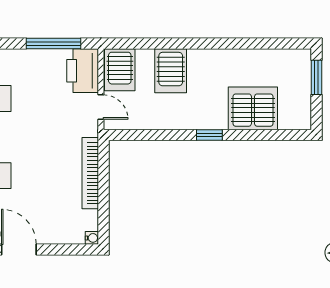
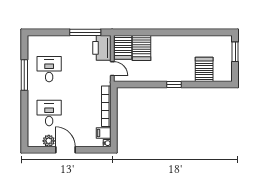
server rack: (171, 71) -> (141, 48), moved
server rack: (253, 108) -> (204, 69), width x0.62
filing cabinet: (86, 220) -> (104, 133), added

